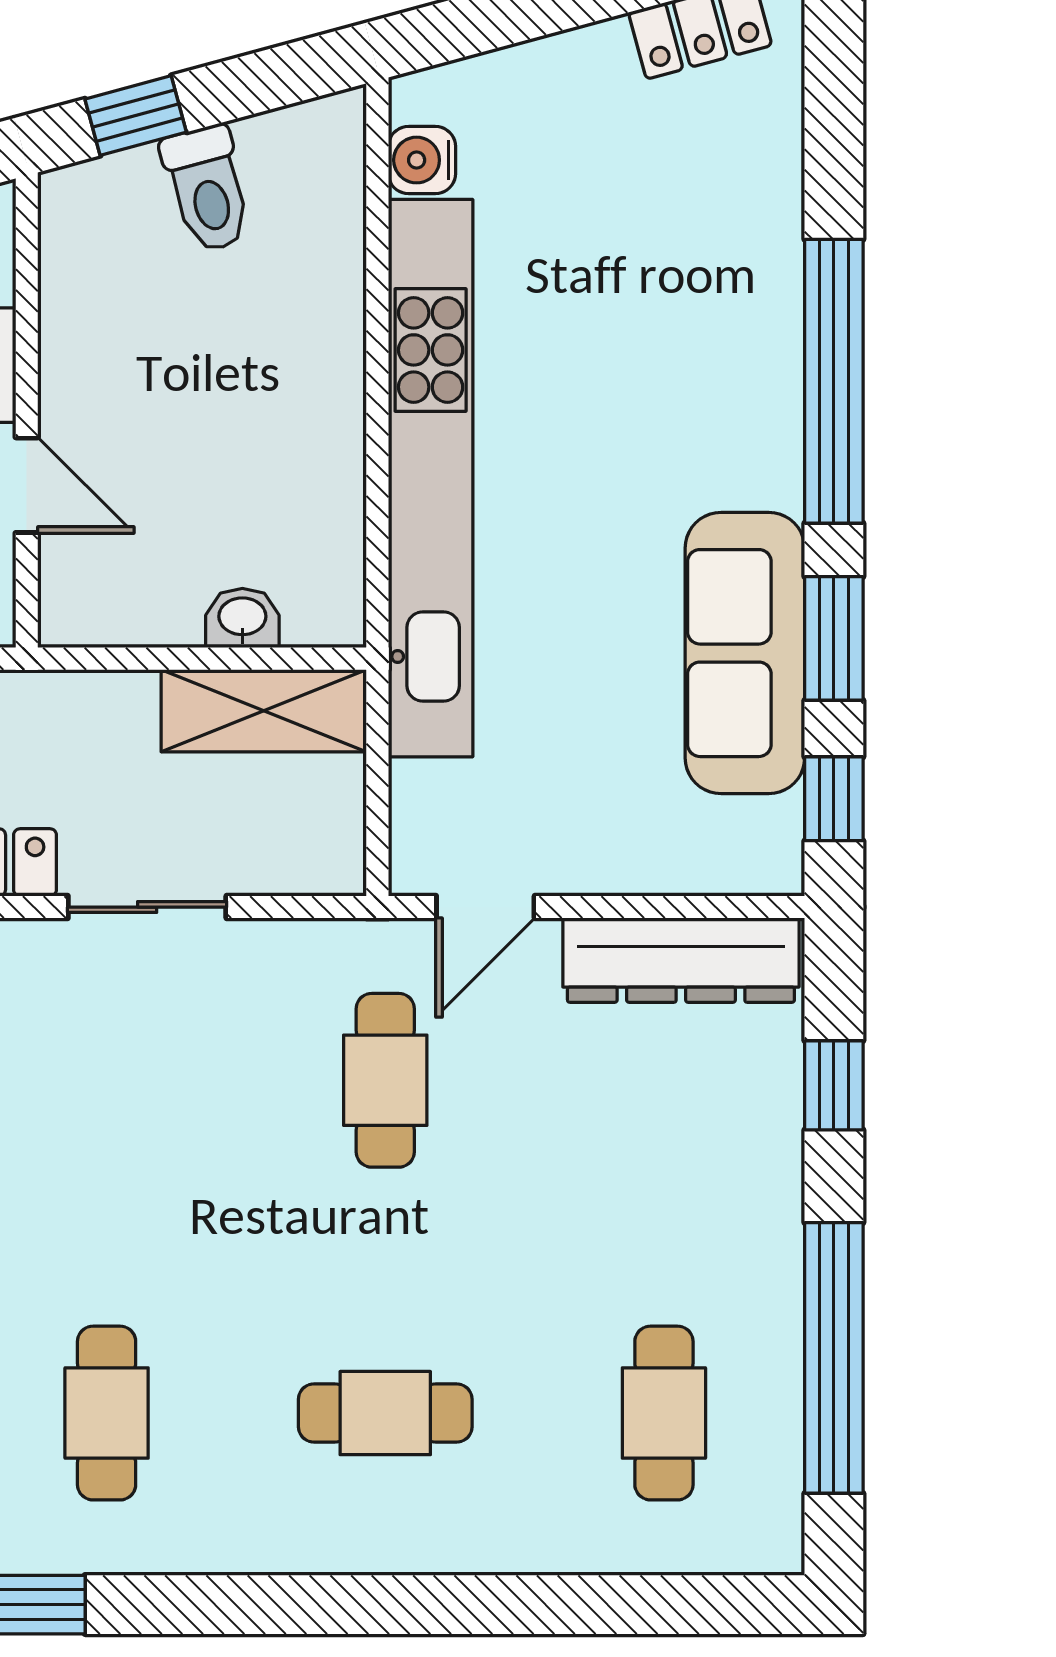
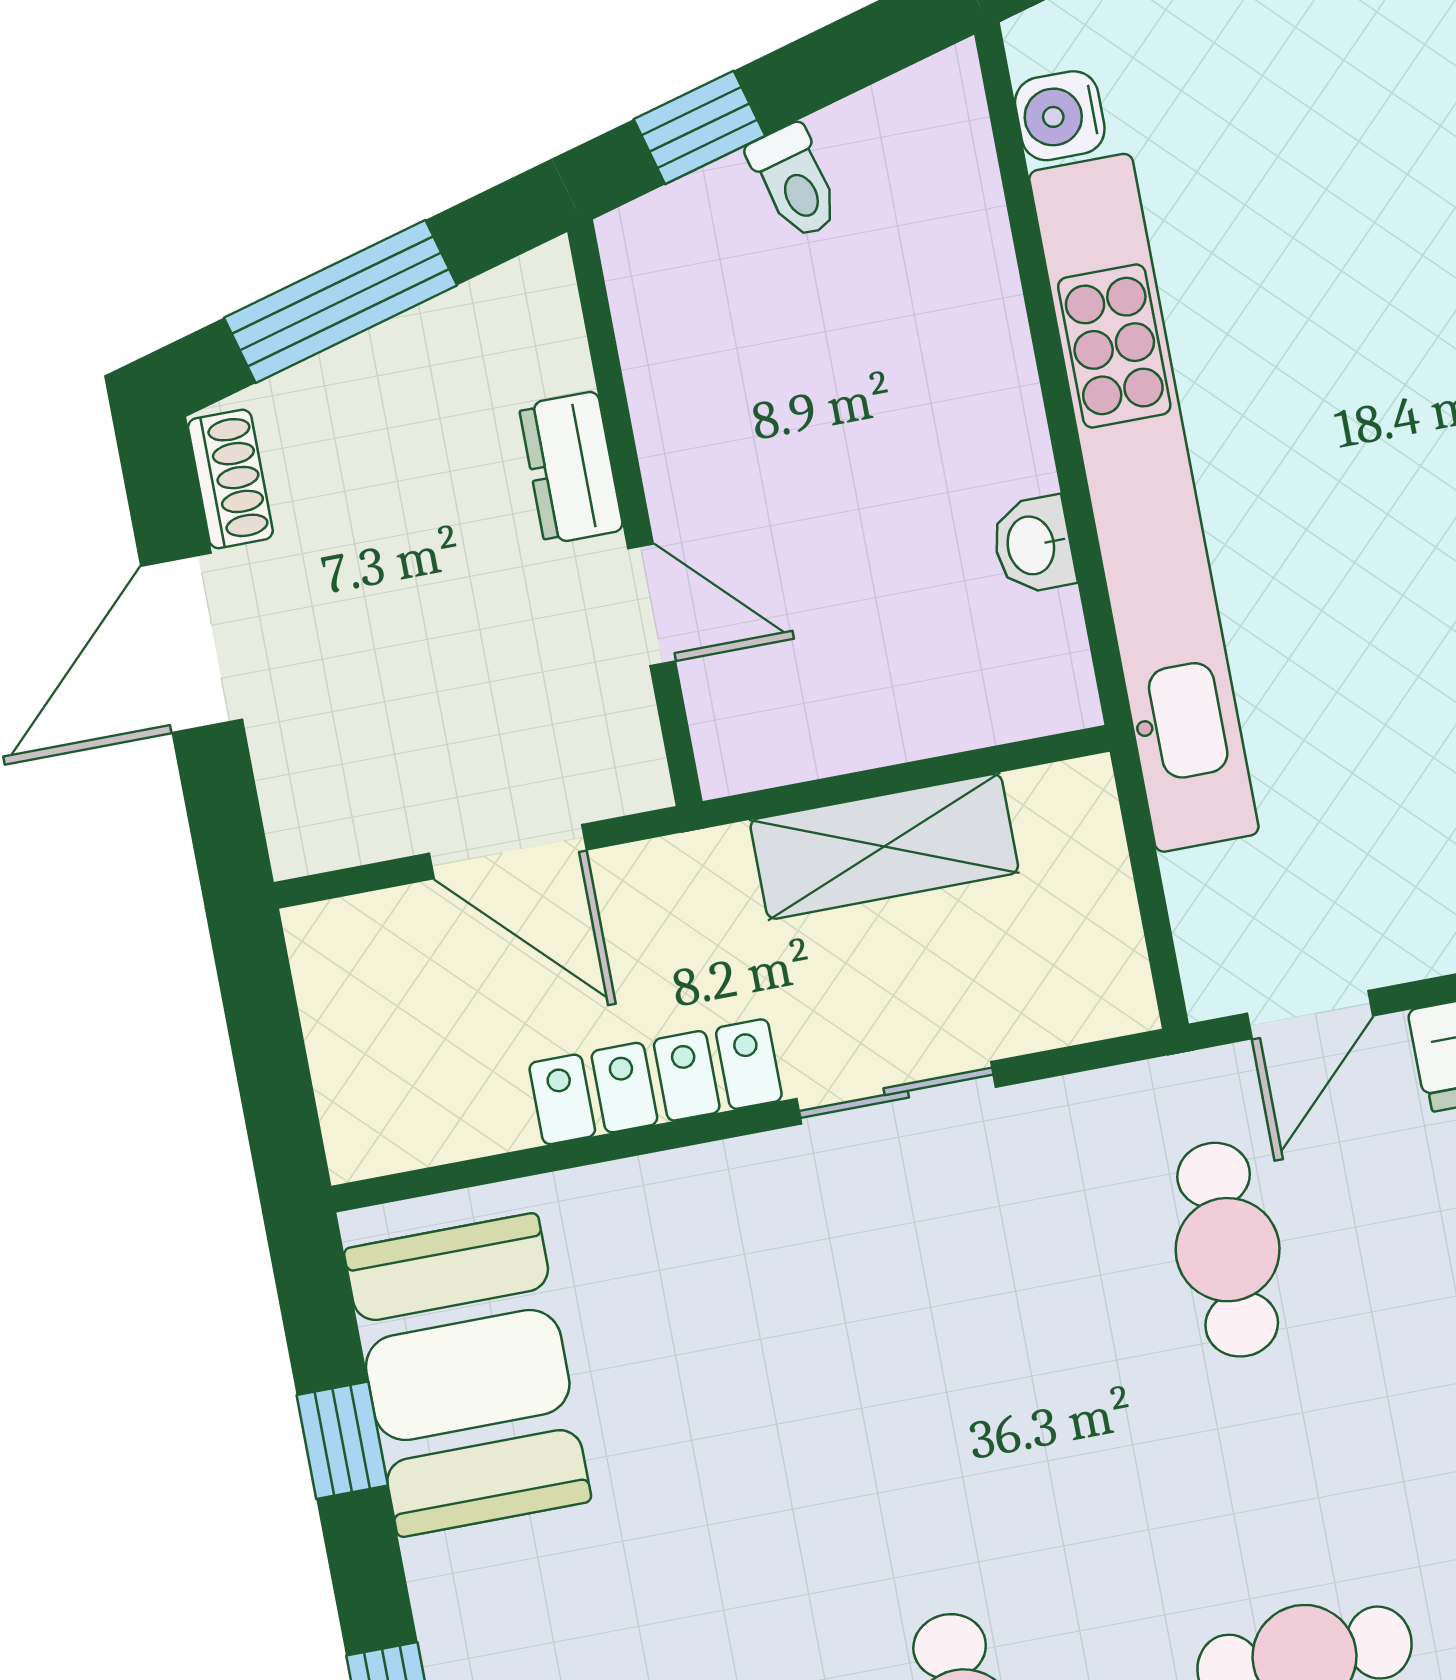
toilet: (207, 189) -> (795, 182), width x0.73, depth x0.72
washbasin: (242, 618) -> (1033, 545), moved, turned -90
shelving: (264, 711) -> (884, 846), moved

